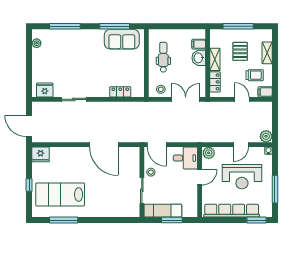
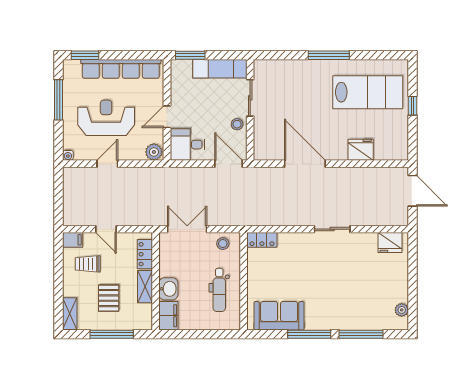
window: (115, 26) -> (309, 334), moved
filing cabinet: (199, 44) -> (168, 316), width x2.00
shelving: (267, 53) -> (70, 314), moved
locker: (120, 92) -> (262, 240), moved
sliding door: (74, 99) -> (332, 229), moved
double door: (186, 99) -> (187, 229), swing flipped
plant: (266, 136) -> (71, 176), removed
fridge: (41, 154) -> (361, 150), moved
window: (64, 220) -> (329, 55), moved
window: (172, 220) -> (190, 55), moved

